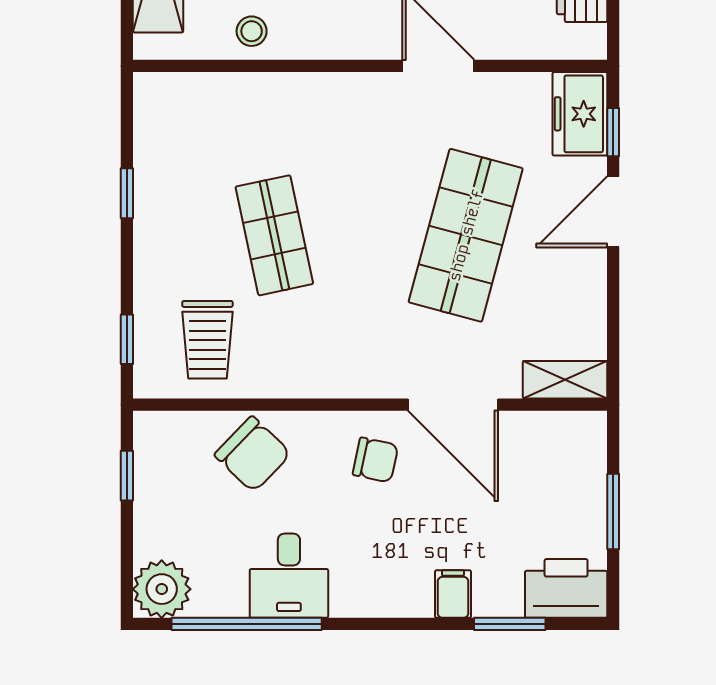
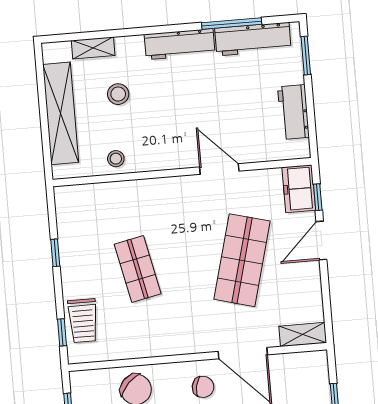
trolley: (207, 340) -> (83, 321), moved

